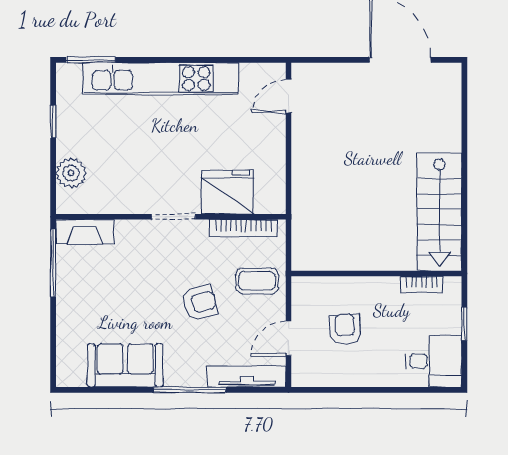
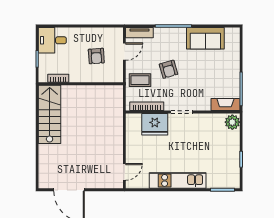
kitchen unit: (161, 79) -> (178, 180), width x0.73
plant: (71, 173) -> (232, 122), moved
armchair: (200, 303) -> (169, 69), turned -91
tv unit: (247, 377) -> (139, 33), width x0.71

